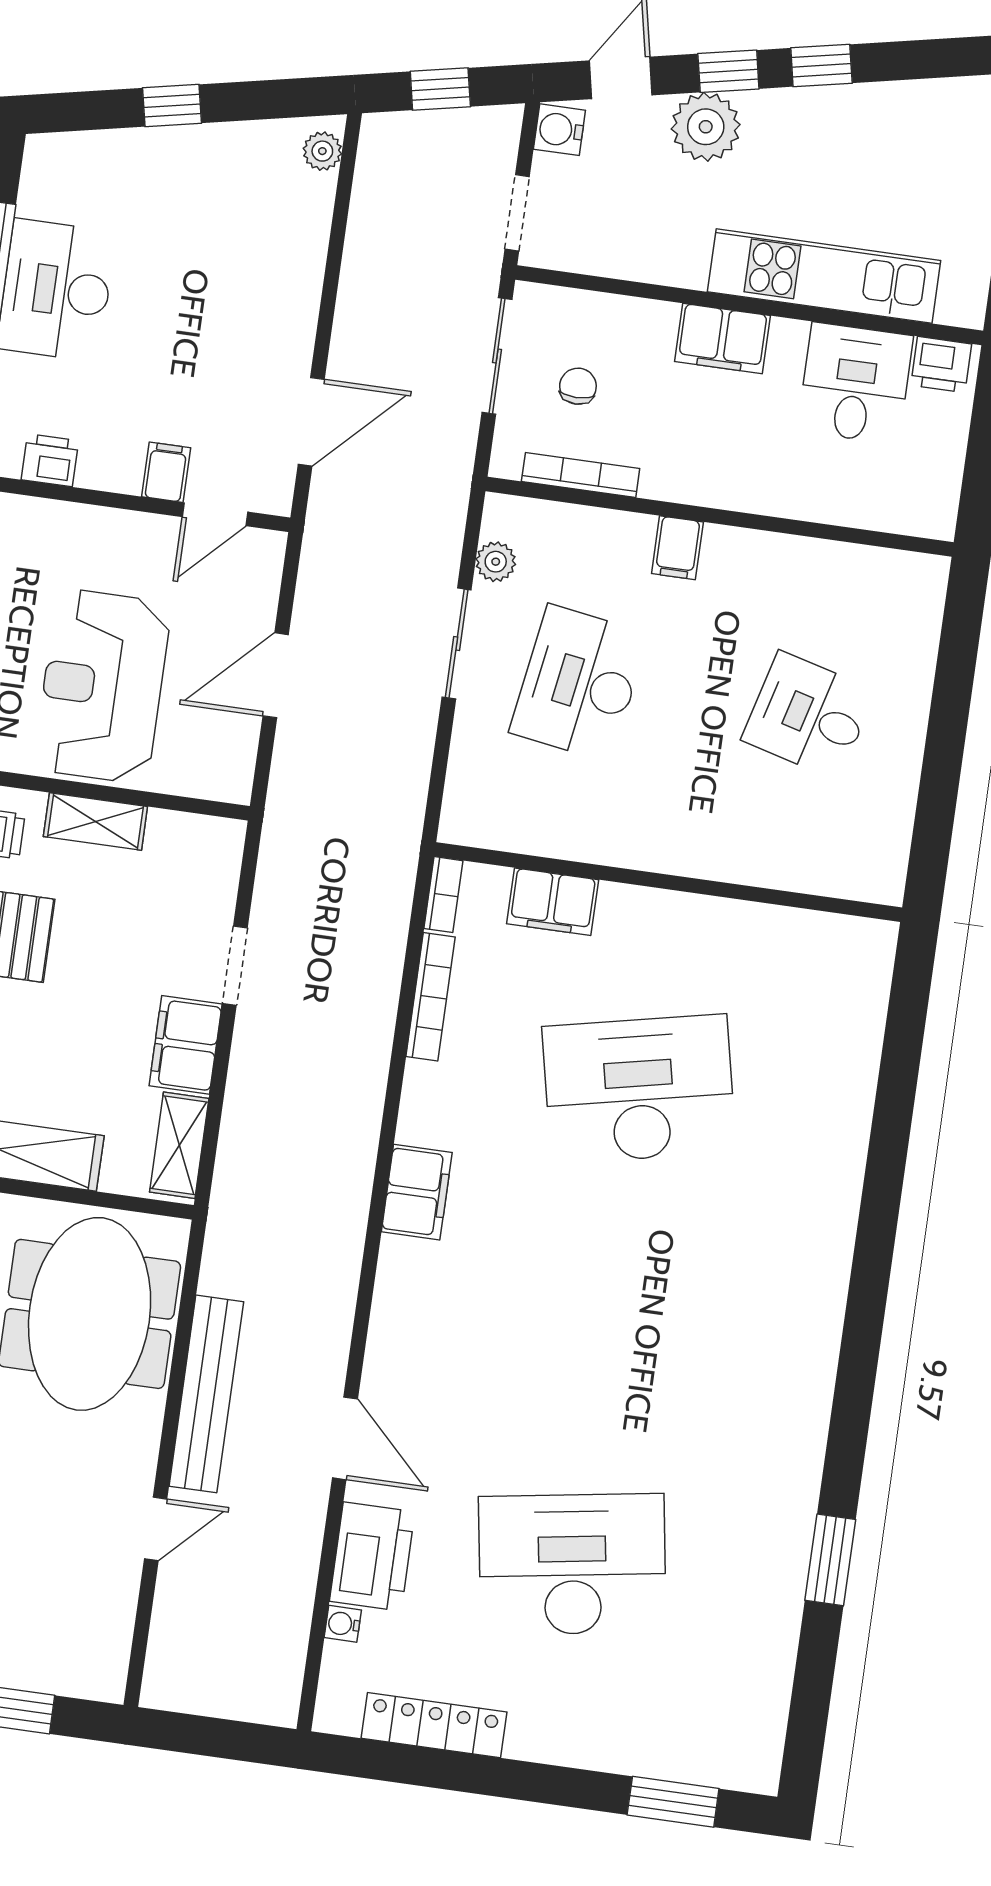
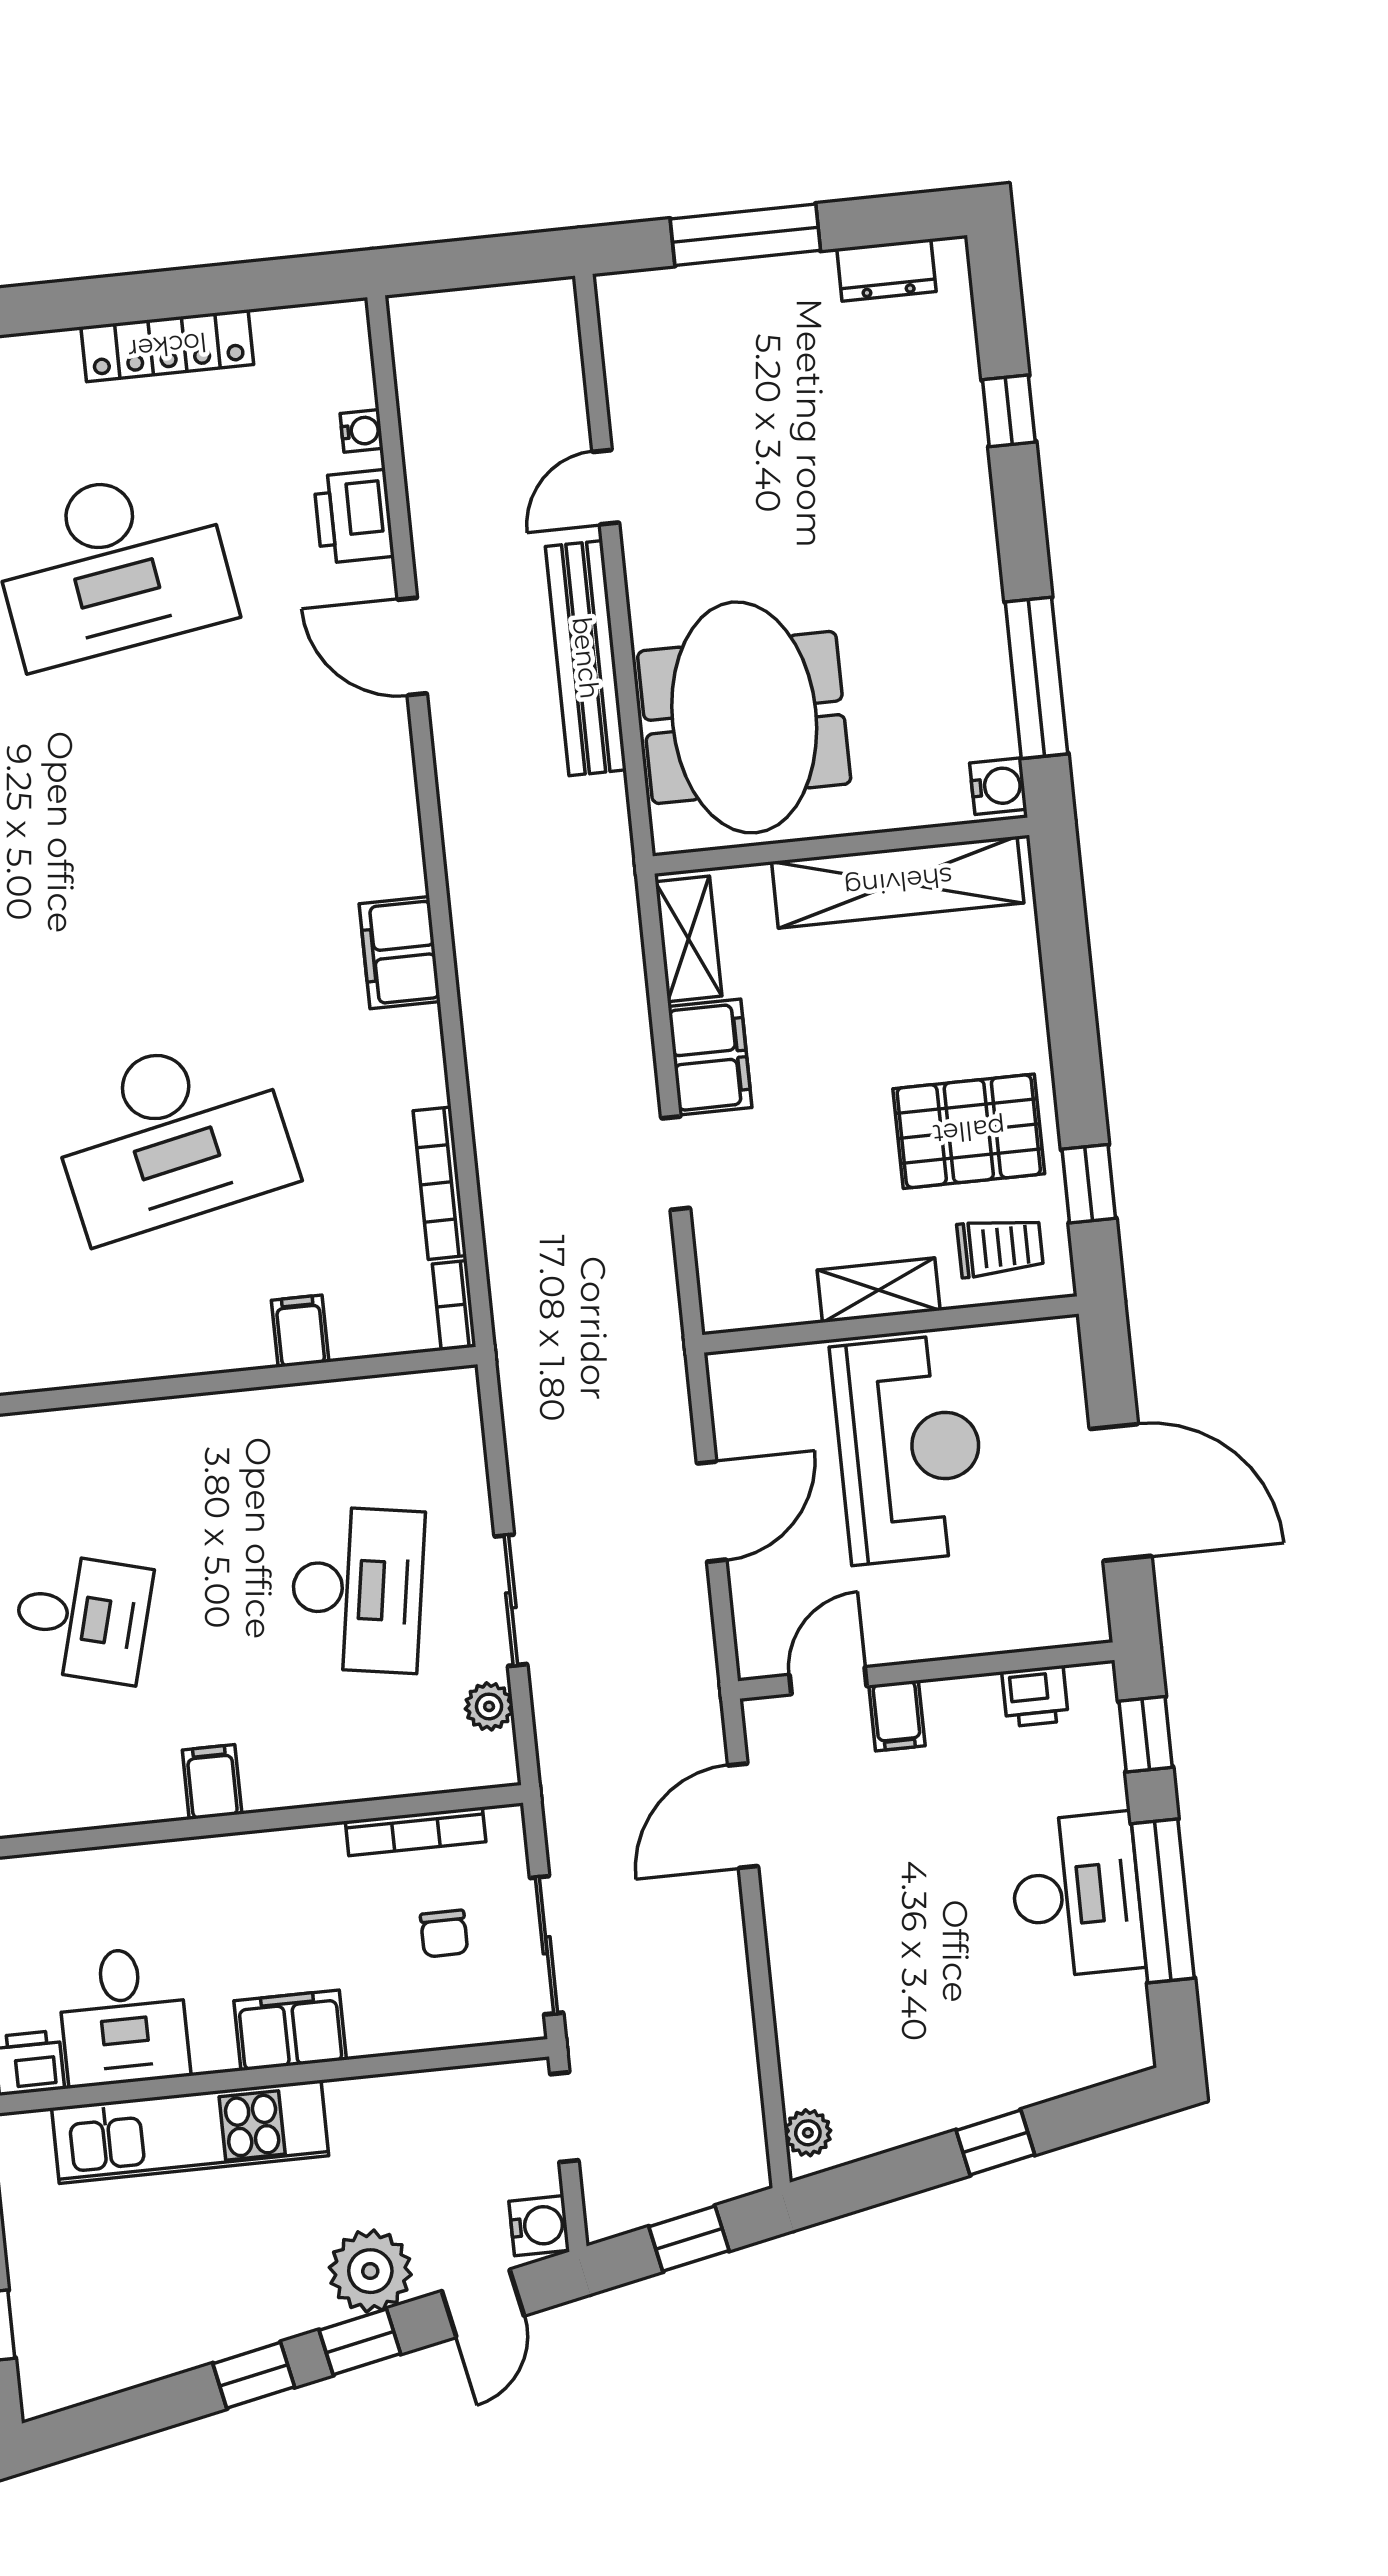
filing cabinet: (677, 548) -> (212, 1782), moved
filing cabinet: (553, 902) -> (300, 1331), width x0.50
printer: (372, 1557) -> (354, 517), width x0.73, depth x0.84
locker: (434, 1725) -> (167, 346), moved

